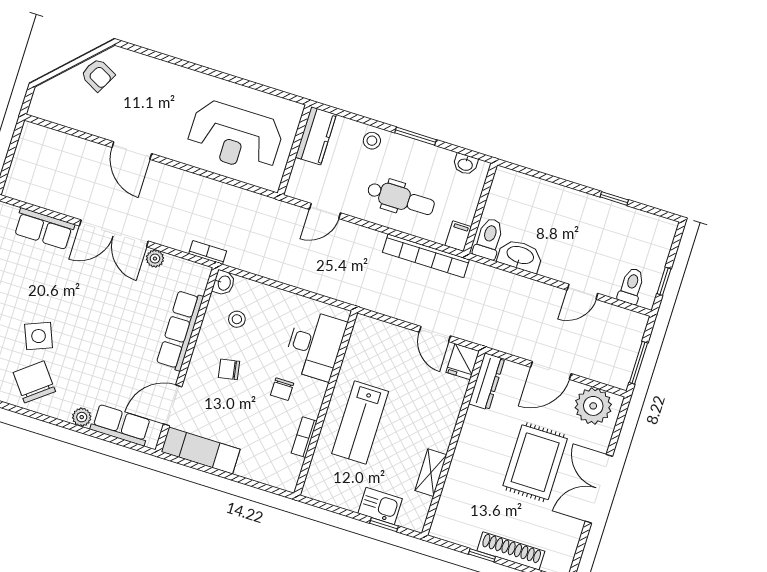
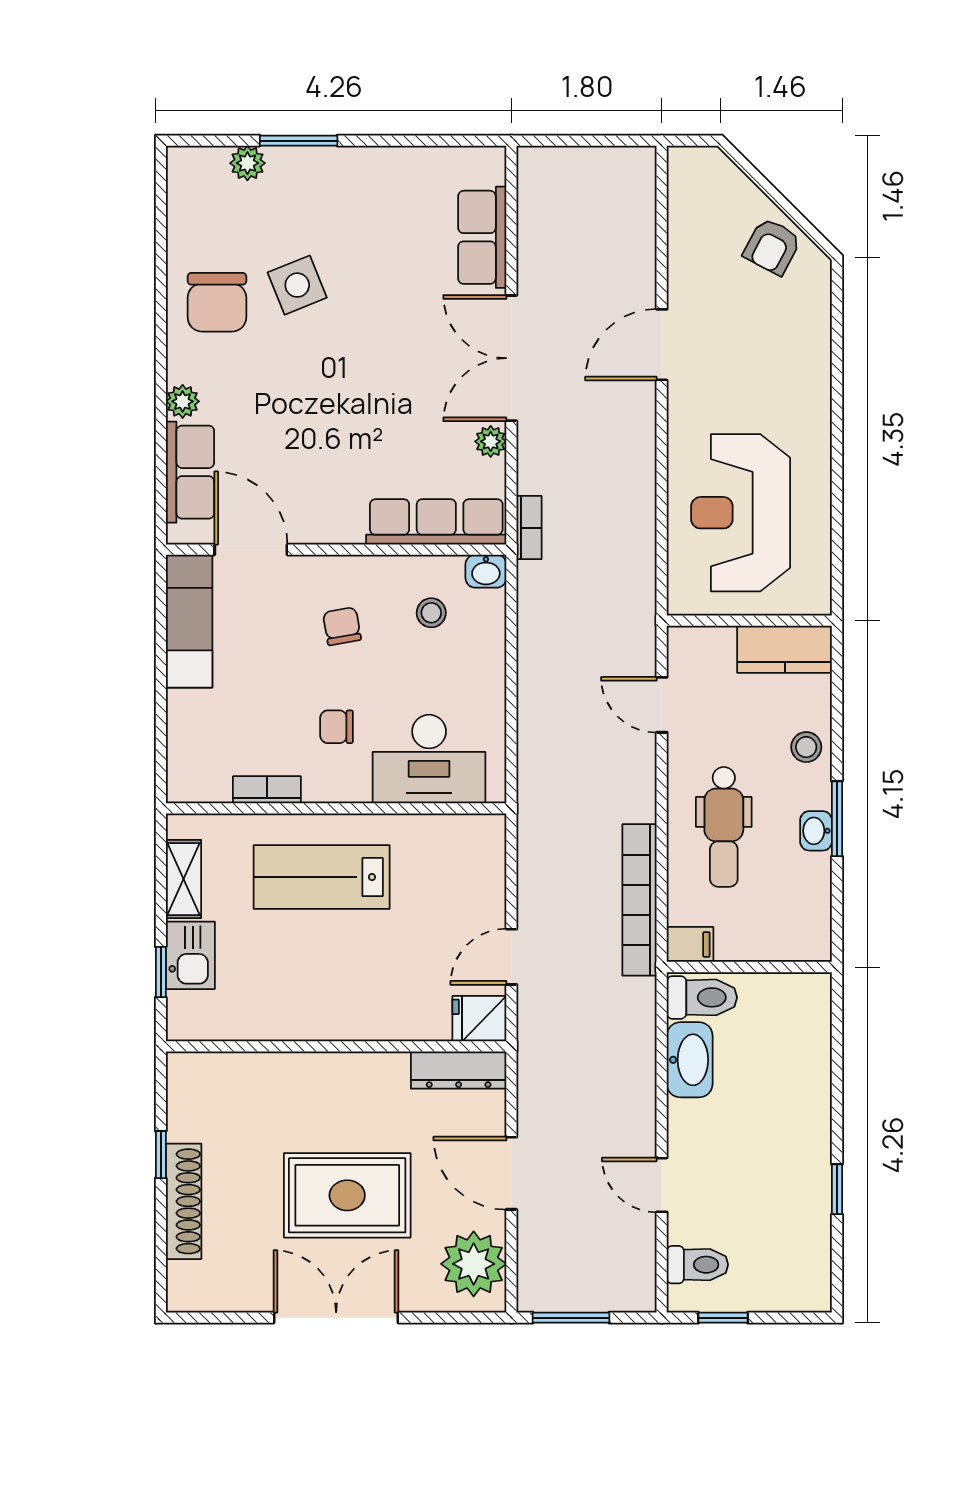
washbasin: (465, 164) -> (816, 831), moved
row of seats: (180, 330) -> (436, 522), moved
chair: (34, 382) -> (217, 302), turned 128
shelving: (431, 473) -> (183, 879), moved, turned 90

